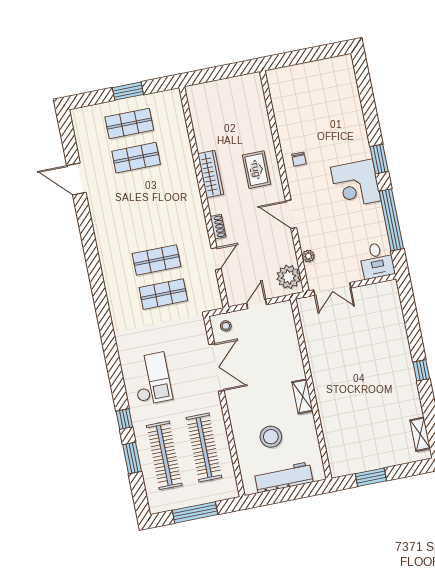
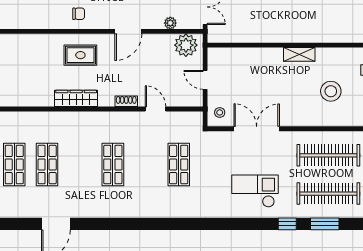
shop shelf: (157, 260) -> (113, 165), moved

